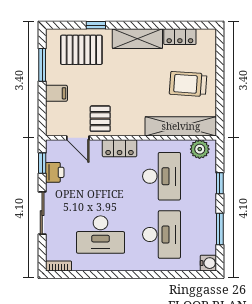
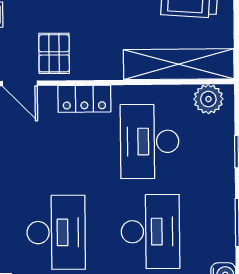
desk: (161, 176) -> (150, 141), turned 180
desk: (101, 234) -> (56, 232), turned -90

